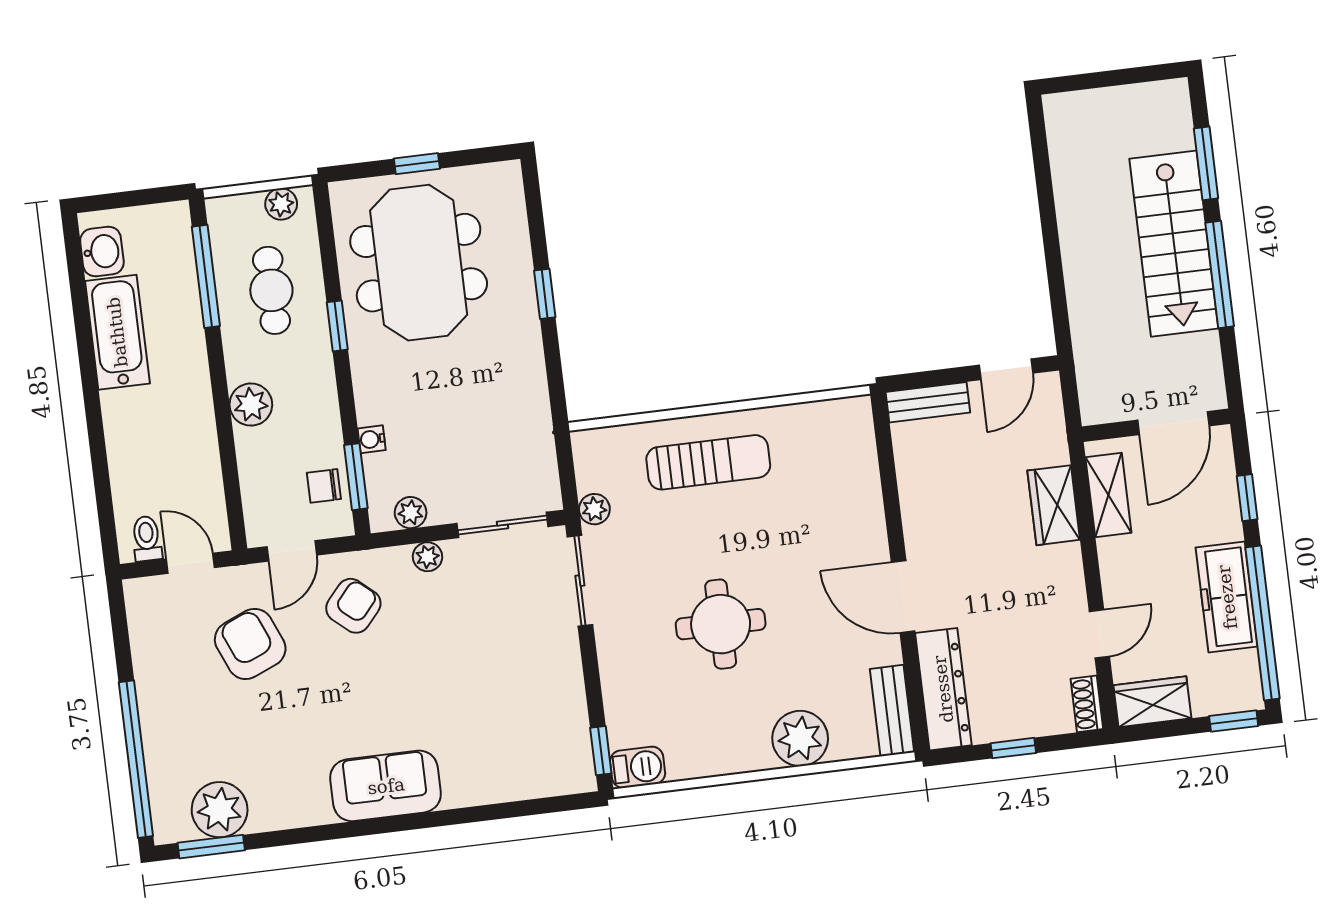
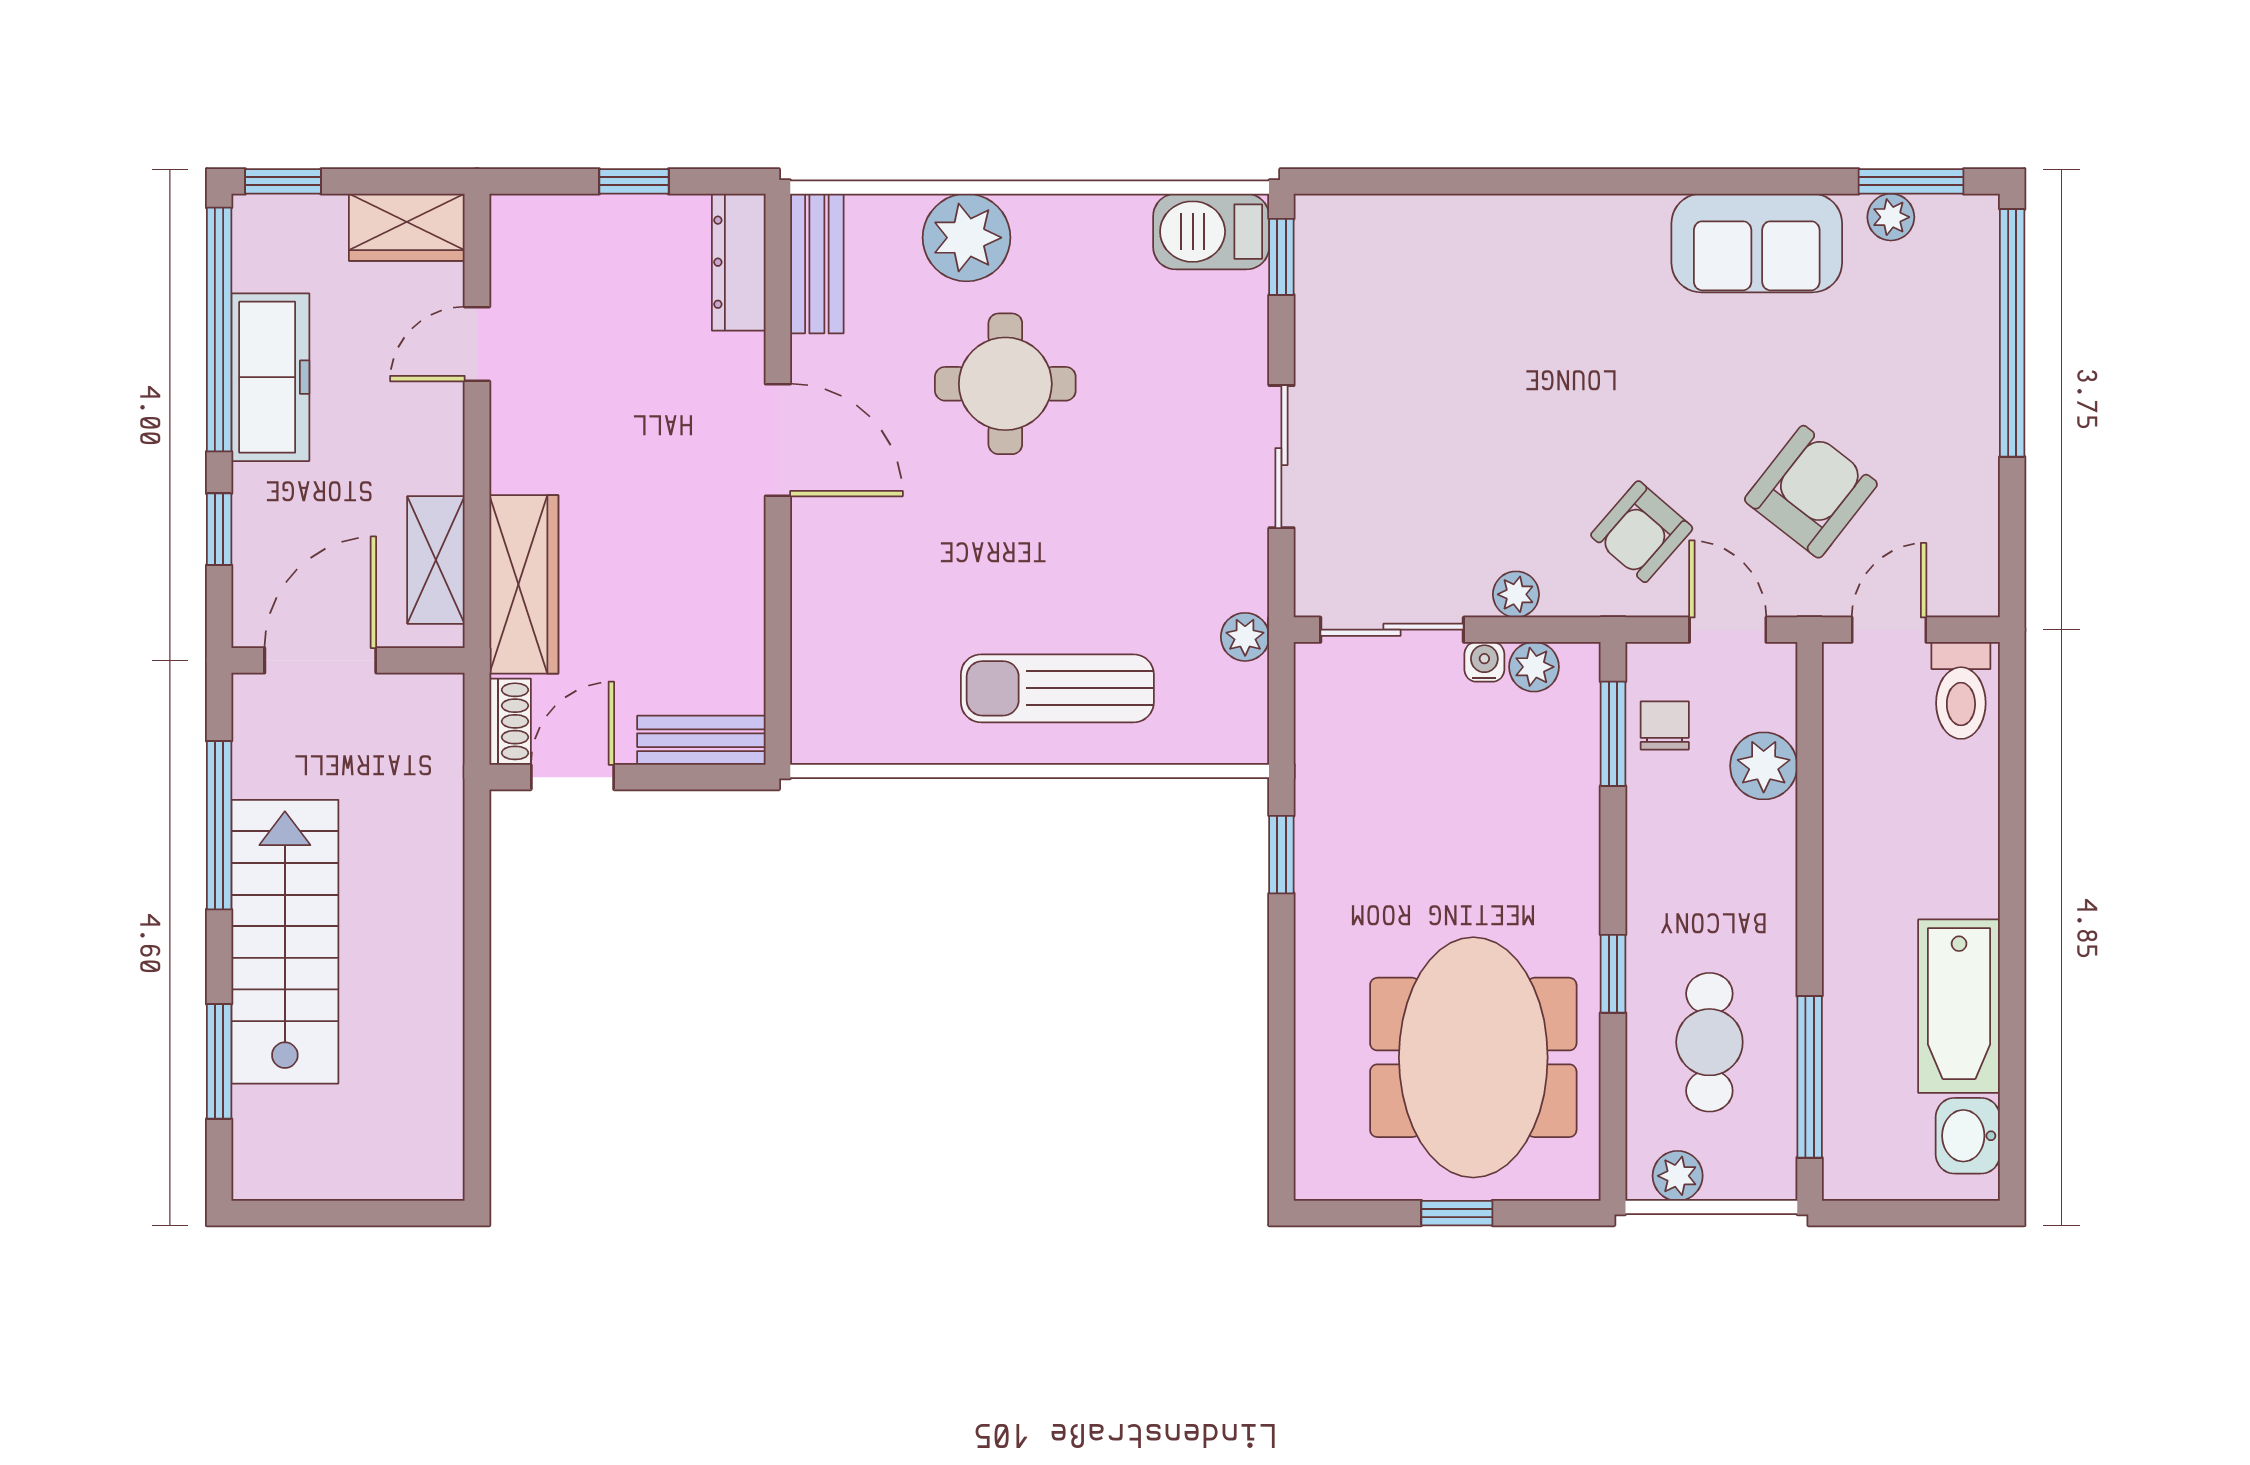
window: (1220, 274) -> (219, 825), moved
window: (545, 294) -> (1281, 855), moved
plant: (251, 405) -> (1764, 766), moved
water cooler: (372, 439) -> (1484, 662), moved, turned -90
chair: (324, 486) -> (1665, 725), turned -90
wardrobe: (1054, 505) -> (524, 584), width x1.50
toilet: (147, 539) -> (1961, 690), width x1.37, depth x1.39
door: (292, 551) -> (1728, 630), hinge flipped
door: (190, 563) -> (1889, 630), swing flipped
sliding door: (580, 581) -> (1281, 457), moved
round table: (721, 624) -> (1005, 384), moved
armchair: (250, 644) -> (1811, 492), turned -119
dresser: (943, 689) -> (739, 262), width x0.73, depth x0.80
shoe rack: (1087, 704) -> (510, 721), moved
barbecue: (638, 767) -> (1211, 232), width x1.38, depth x1.27
sofa: (386, 786) -> (1757, 243), moved
plant: (220, 810) -> (1891, 217), width x0.53, depth x0.53

